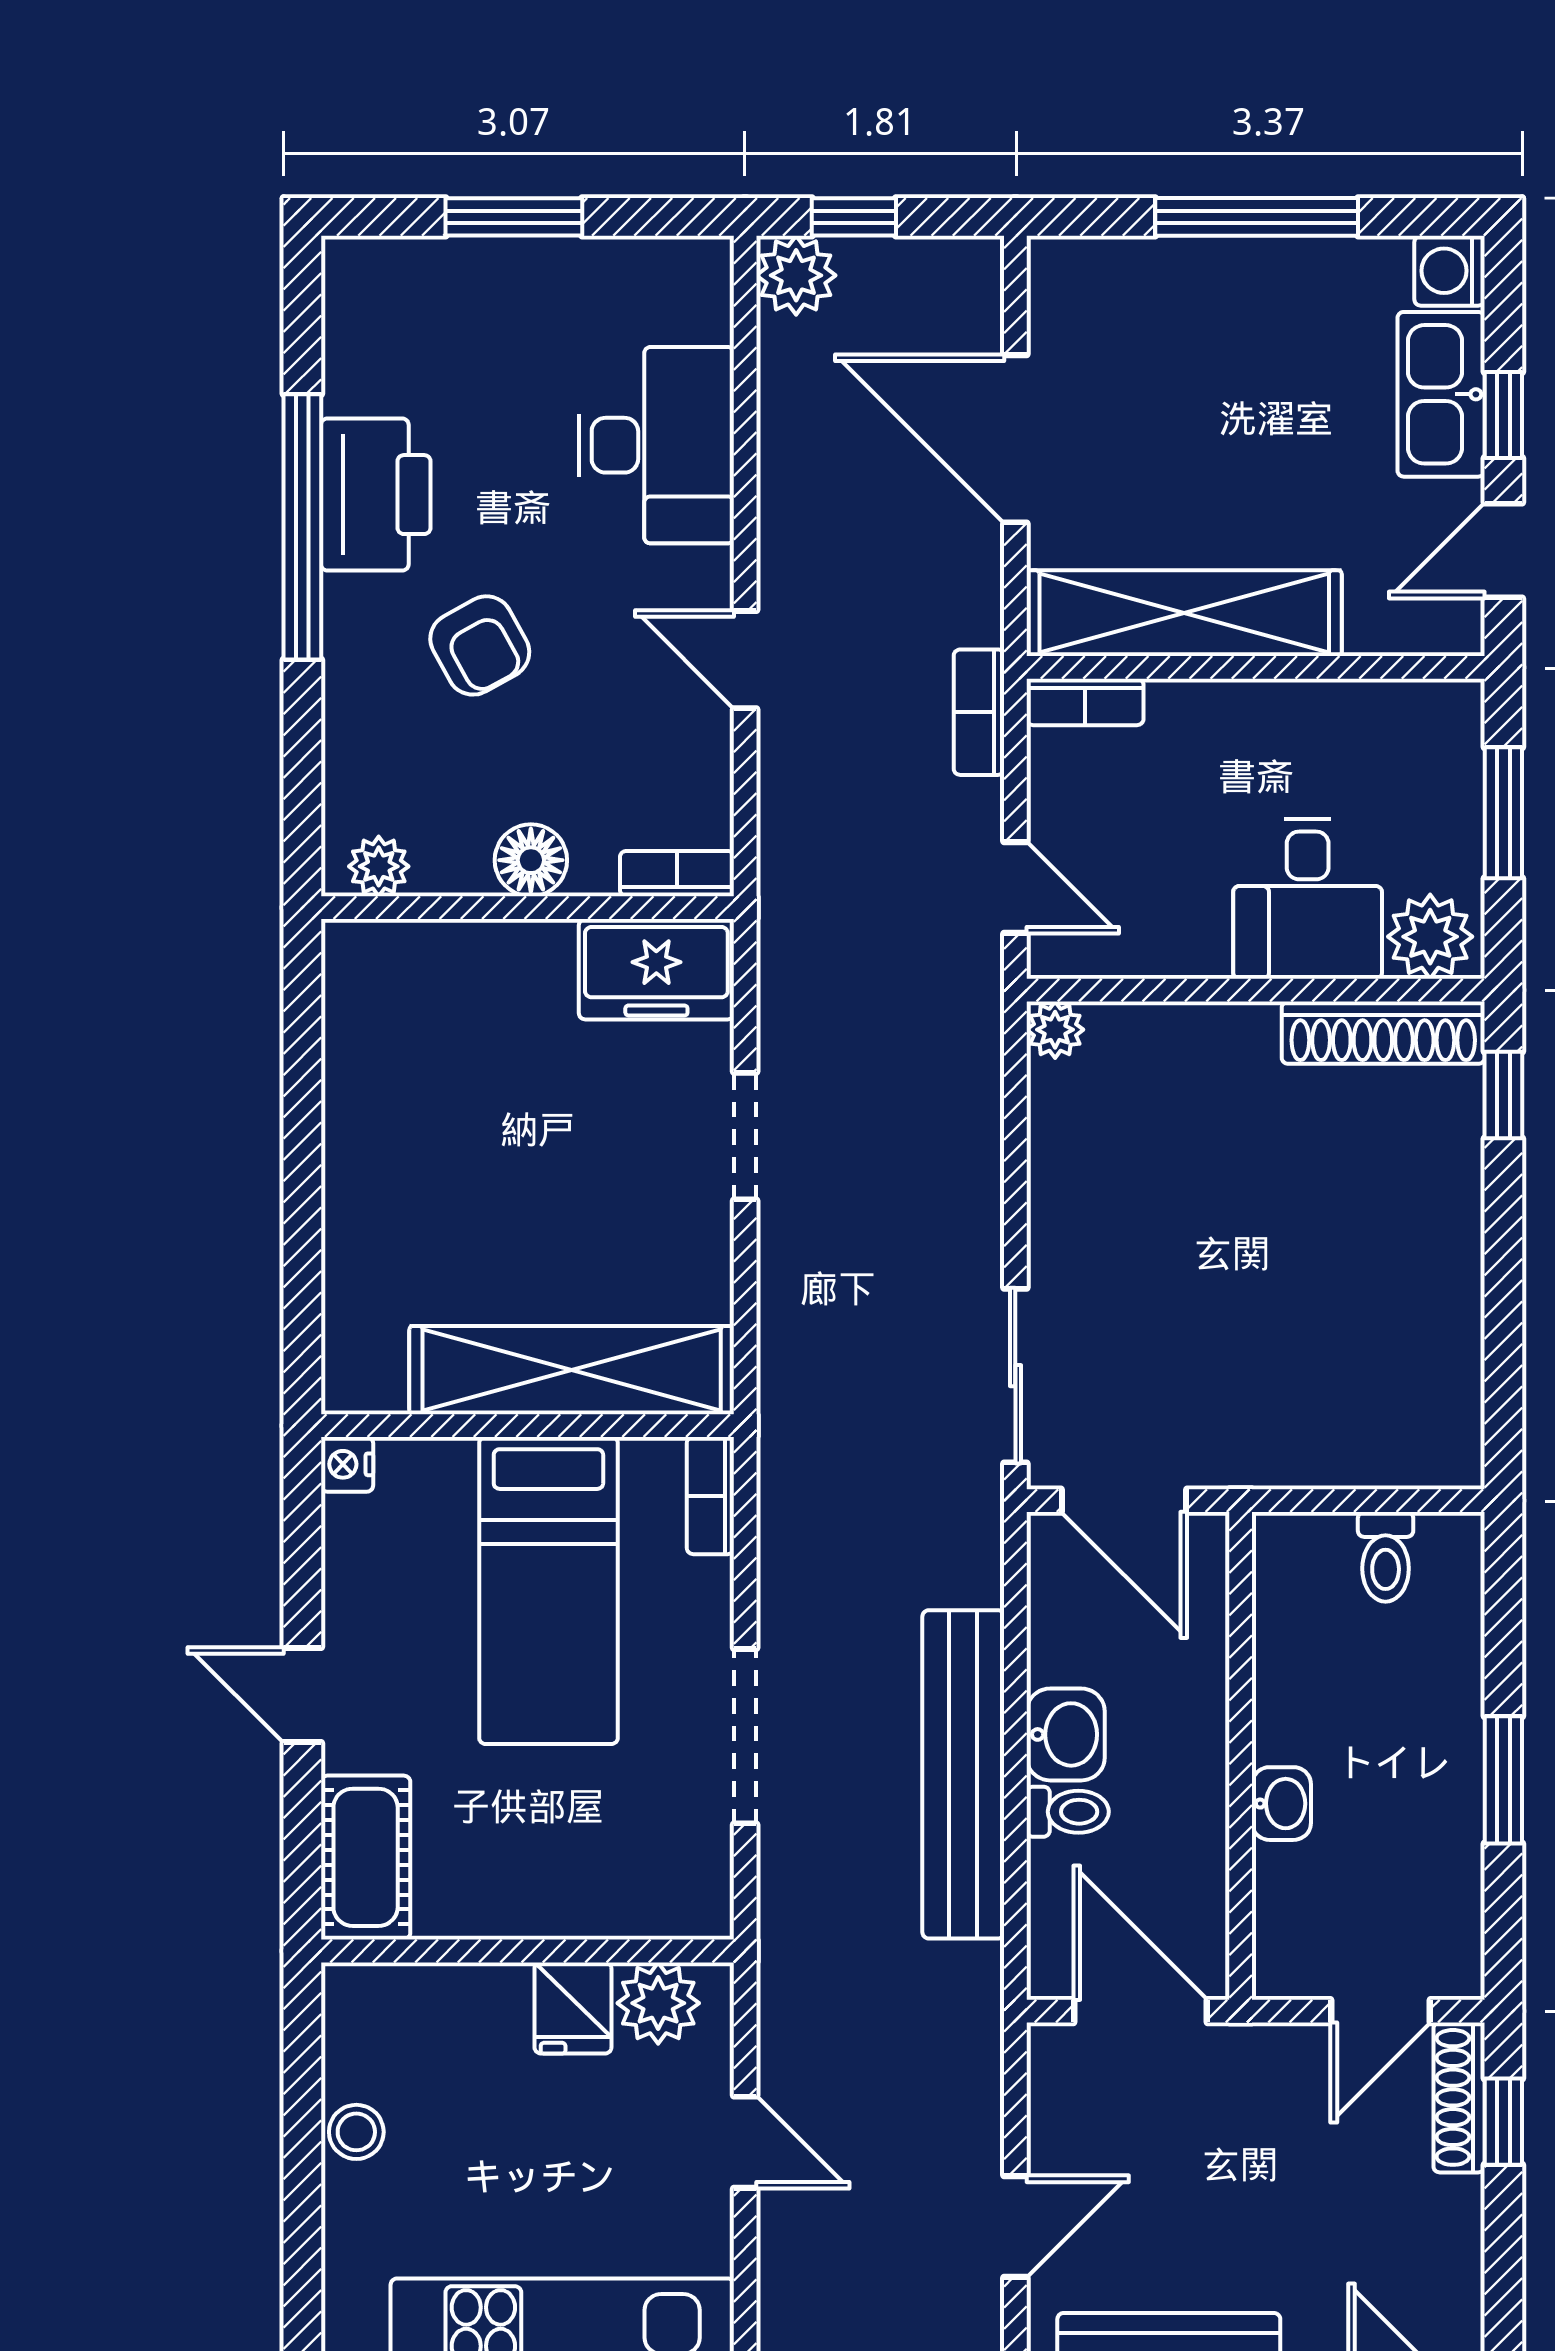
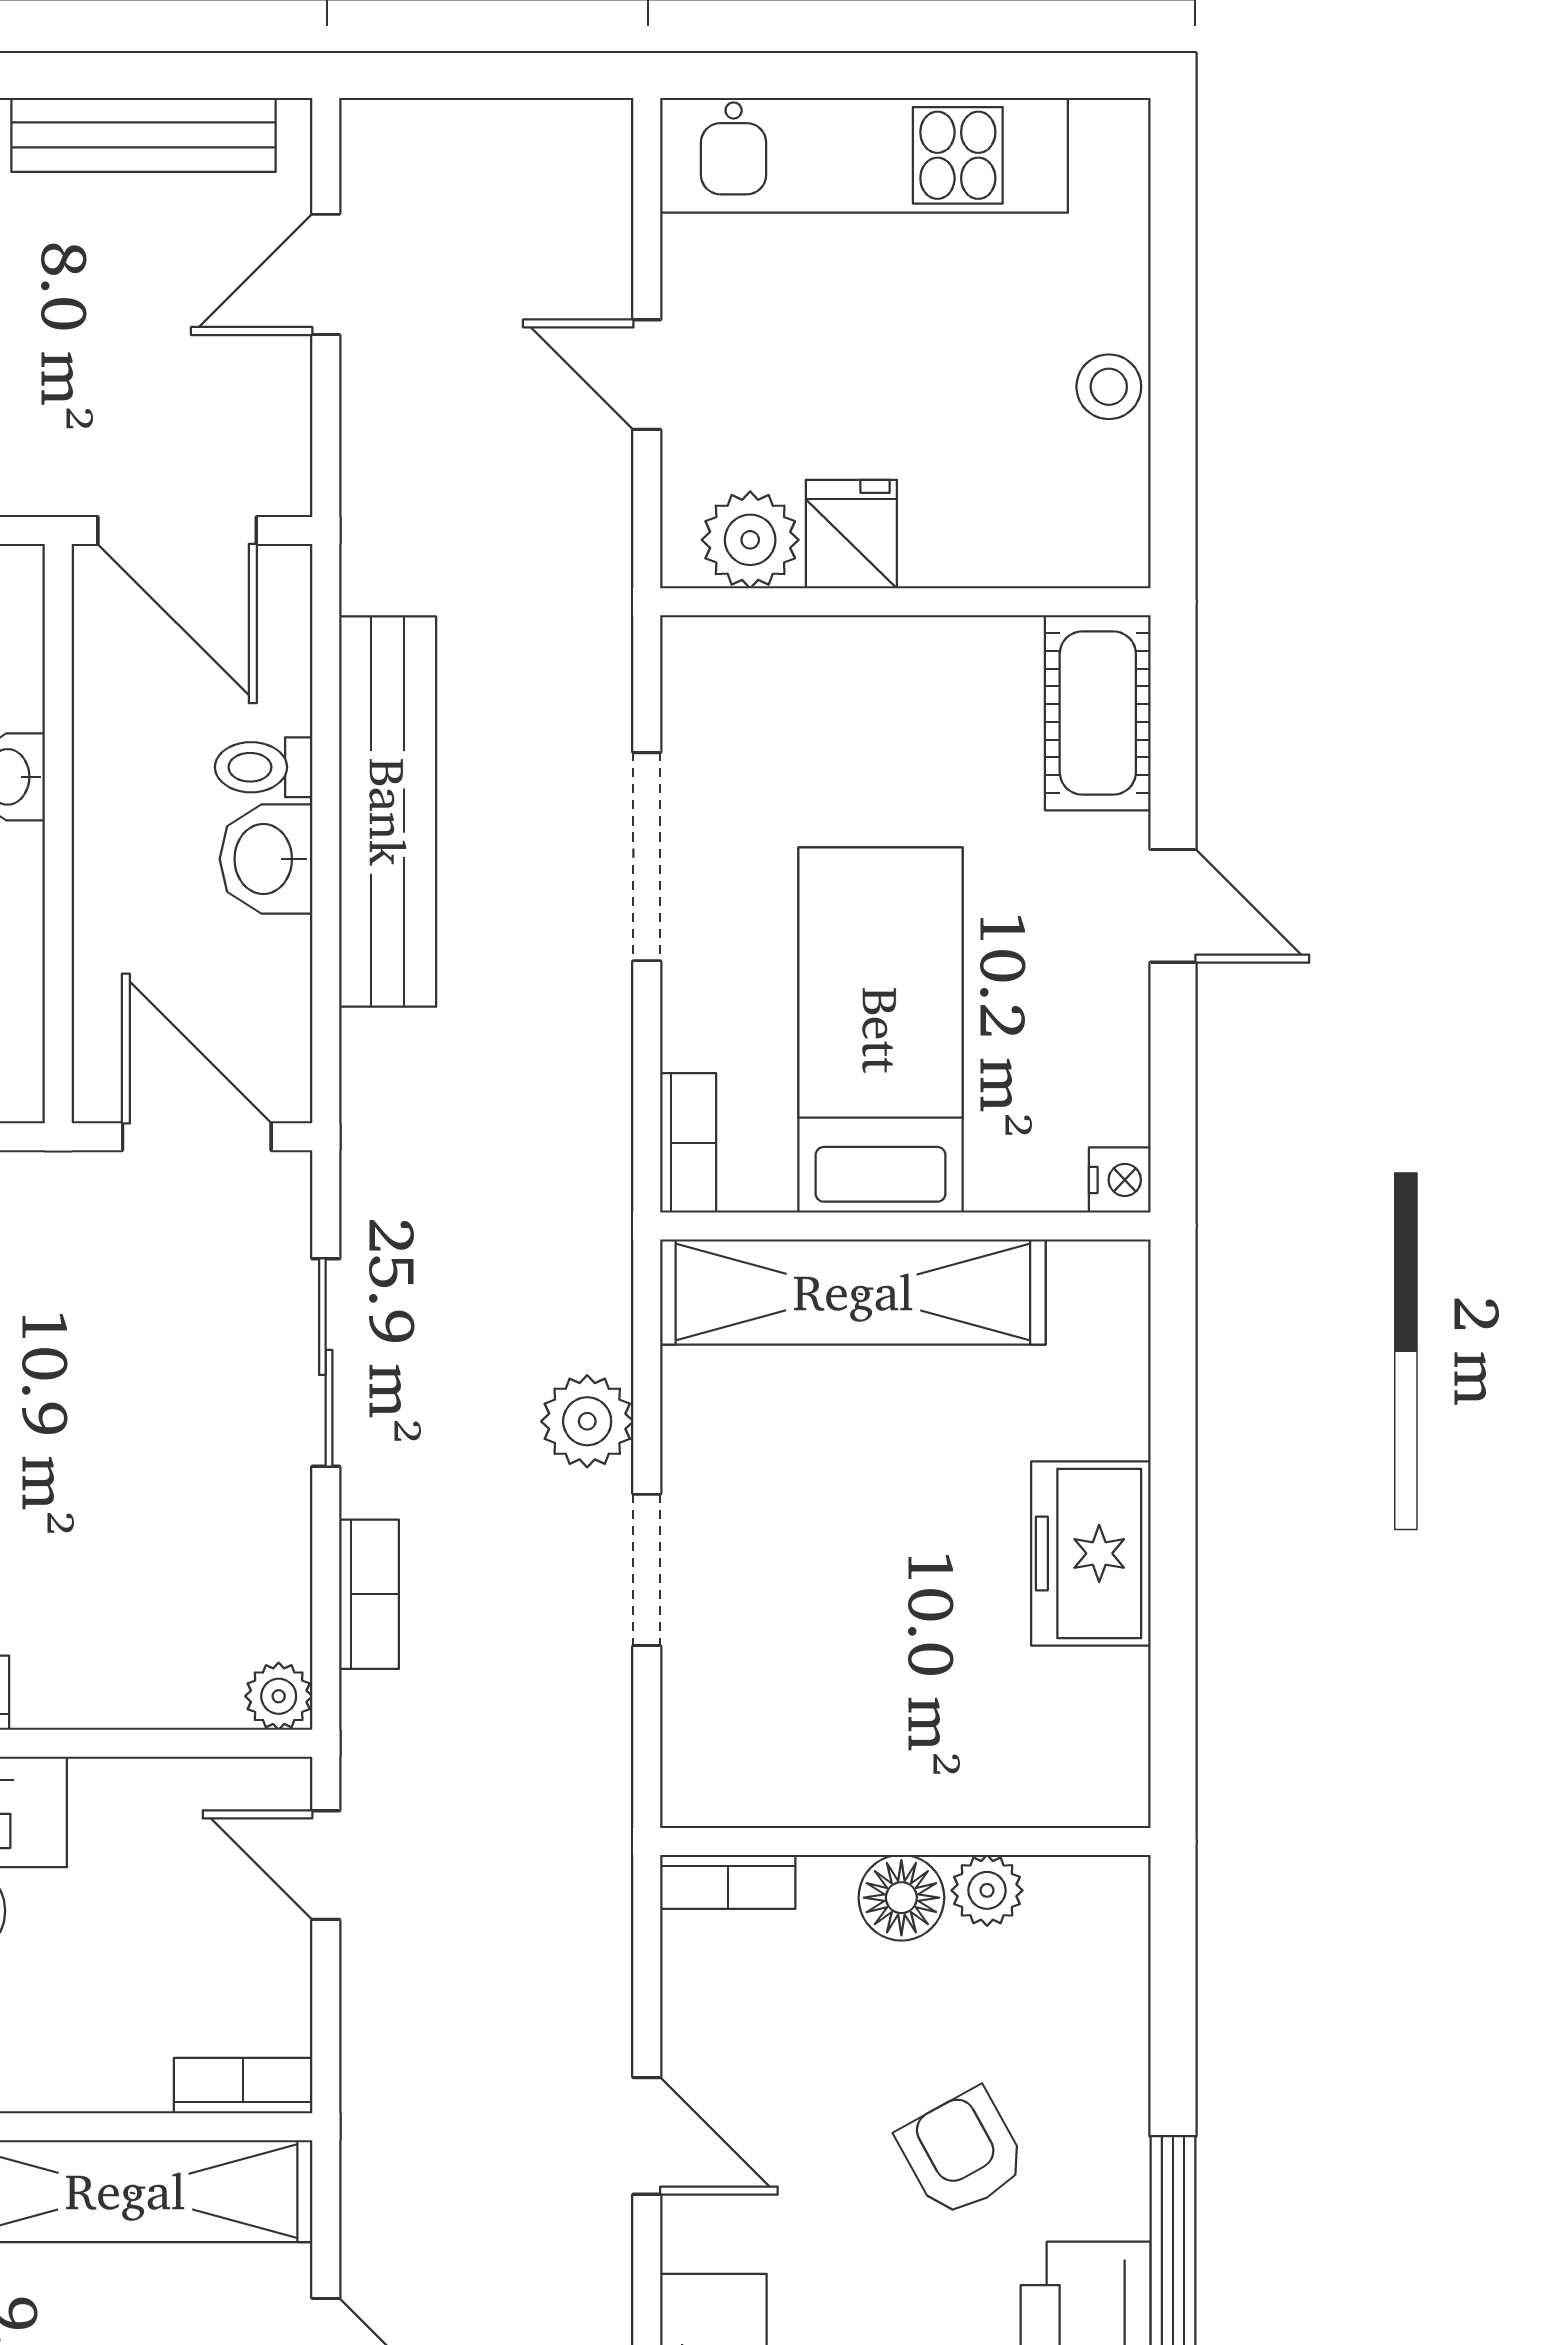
bookcase: (979, 712) -> (369, 1594), moved
plant: (379, 866) -> (987, 1890), moved
freezer: (656, 969) -> (1091, 1553), moved, turned -90
plant: (795, 1261) -> (587, 1421), added
sliding door: (1015, 1376) -> (326, 1362), moved

